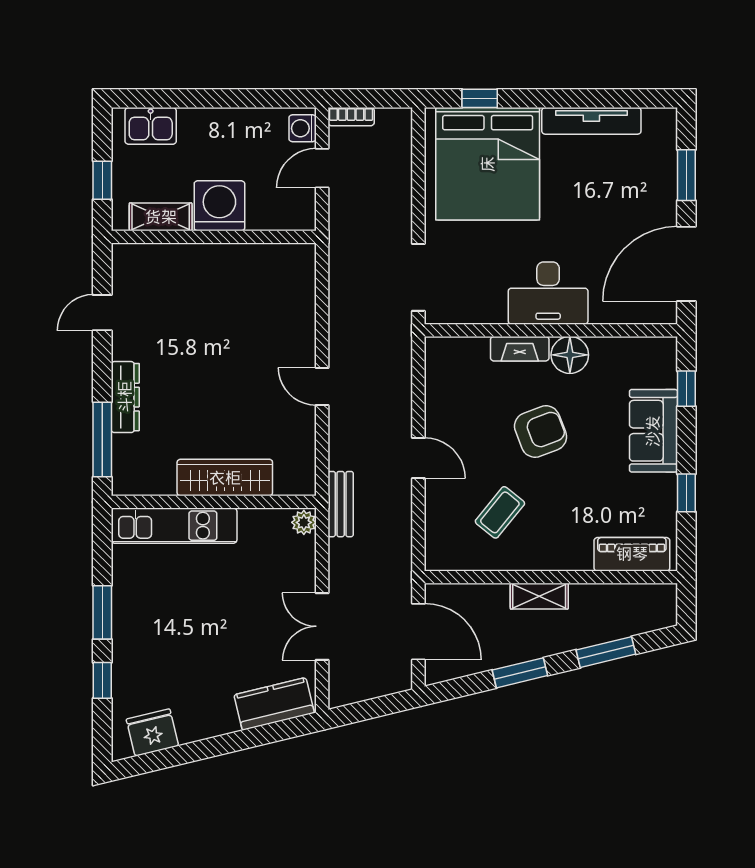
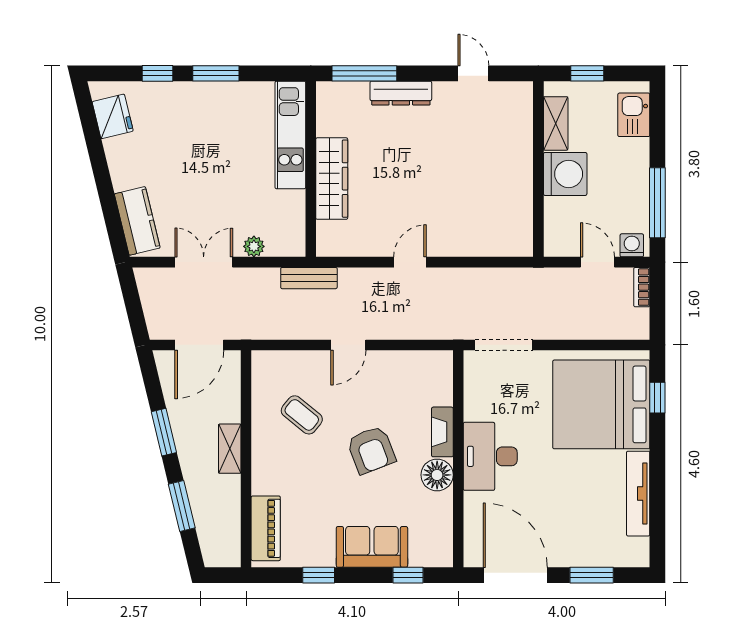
window: (253, 98) -> (657, 203), added
plant: (304, 522) -> (254, 246), moved

